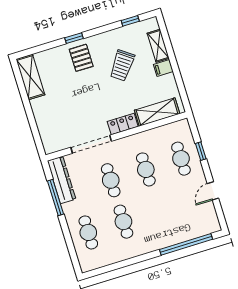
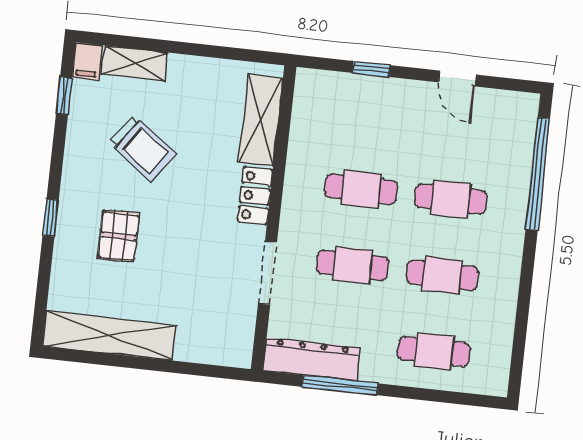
pallet: (81, 58) -> (119, 236), moved, turned 90
filing cabinet: (163, 68) -> (87, 61), moved
shelving: (30, 77) -> (109, 336), width x1.47
doorway: (91, 144) -> (268, 273), width x0.73
cafe table: (181, 159) -> (451, 199), moved

